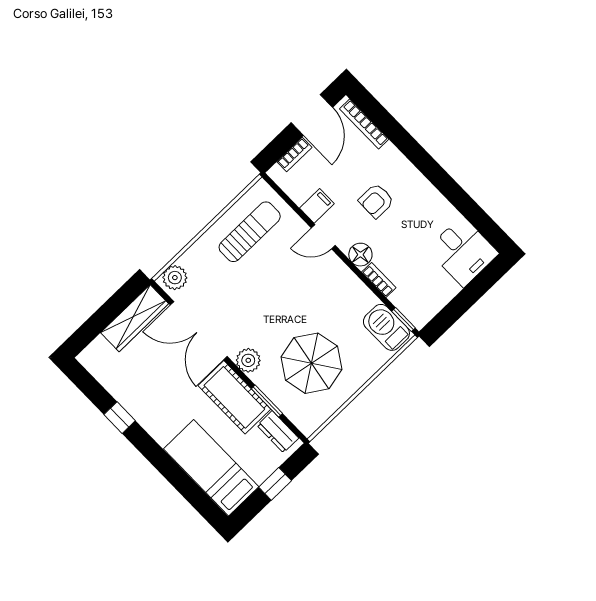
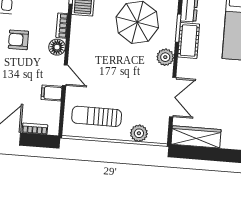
armchair: (376, 201) -> (18, 40), moved, turned 180
plant: (175, 278) -> (139, 133), moved
double door: (199, 331) -> (173, 97), width x0.73
cot: (234, 397) -> (189, 41), width x0.73, depth x0.75

